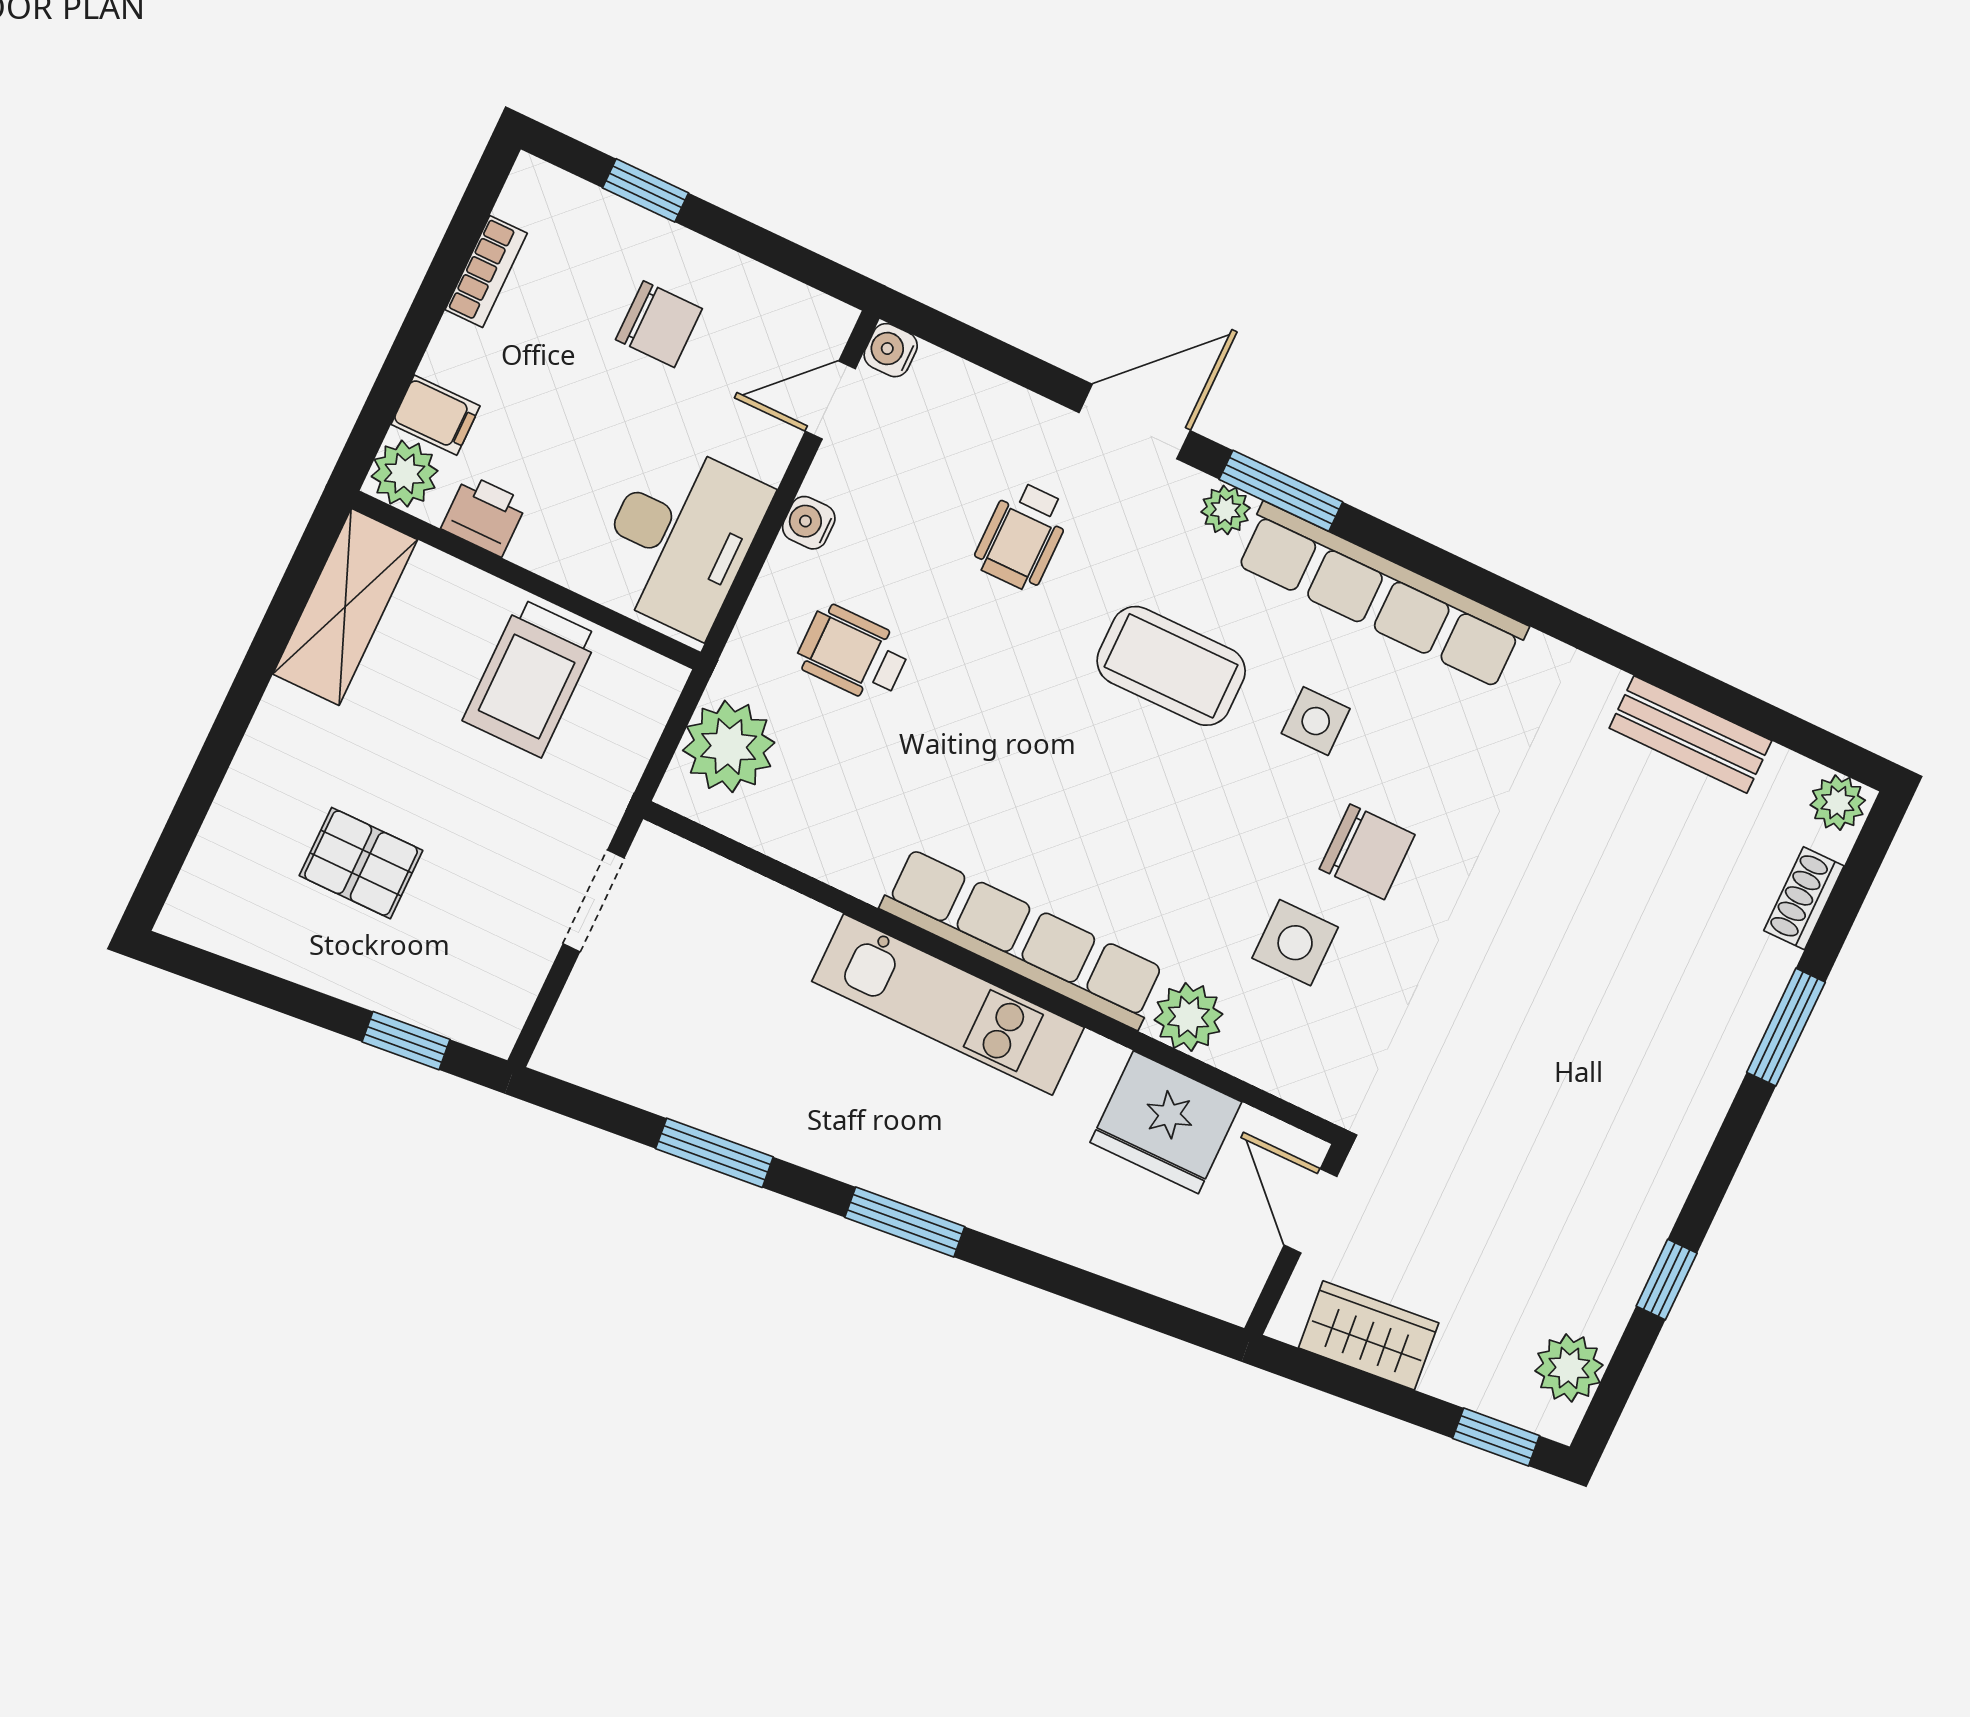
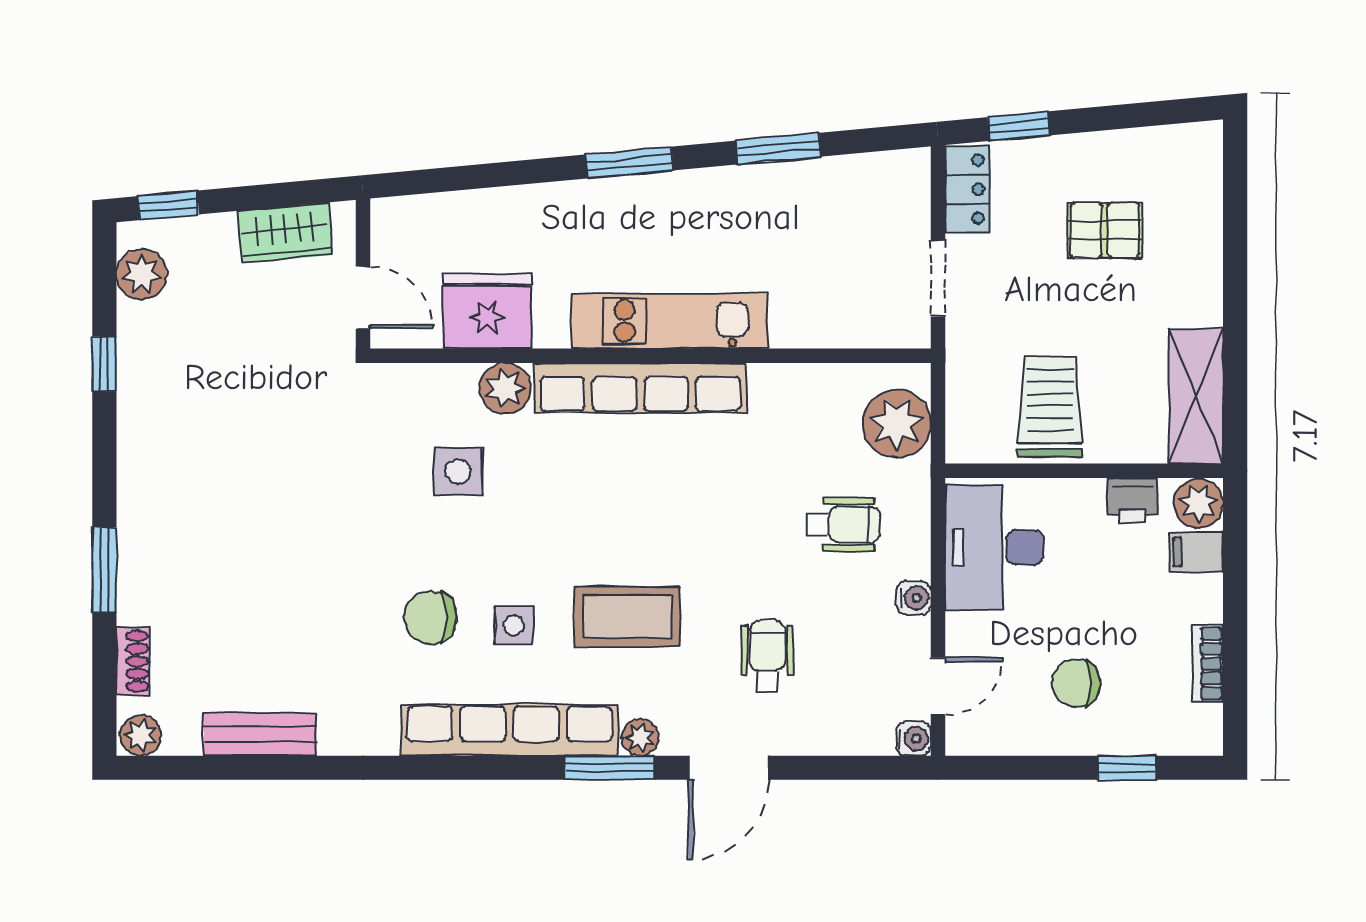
chair: (1367, 852) -> (431, 617), moved
locker: (506, 993) -> (967, 189), added

